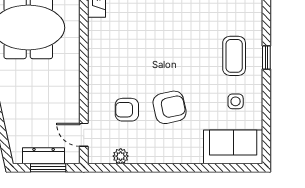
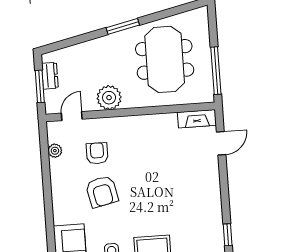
plant: (66, 92) -> (109, 98), added
dresser: (44, 156) -> (50, 76), width x0.70

